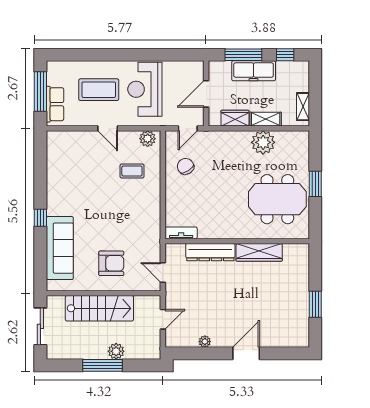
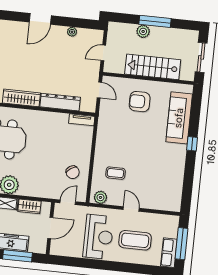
row of seats: (55, 104) -> (169, 253), moved

